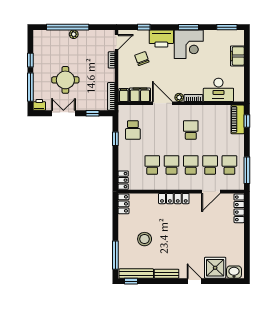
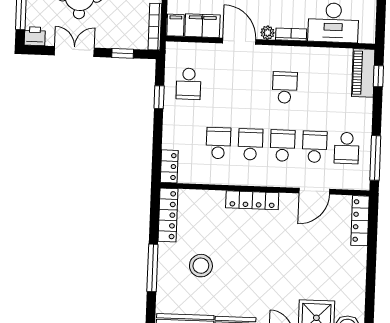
school desk: (229, 165) -> (347, 148), turned 180
locker: (124, 204) -> (168, 215), width x1.53
window: (115, 255) -> (152, 268), moved

